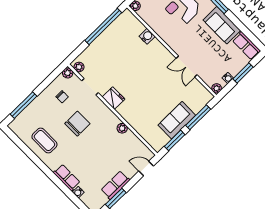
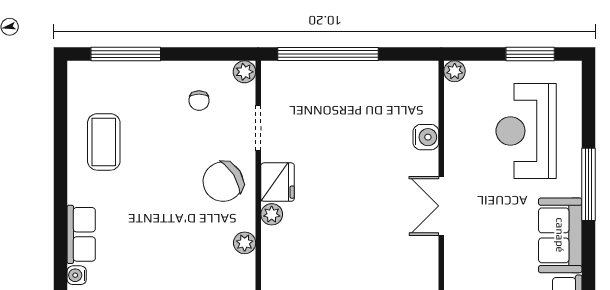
window: (103, 26) -> (328, 54), moved
double door: (187, 66) -> (441, 206), moved
plant: (79, 67) -> (272, 214), moved
chair: (77, 124) -> (223, 182), moved, turned 148

